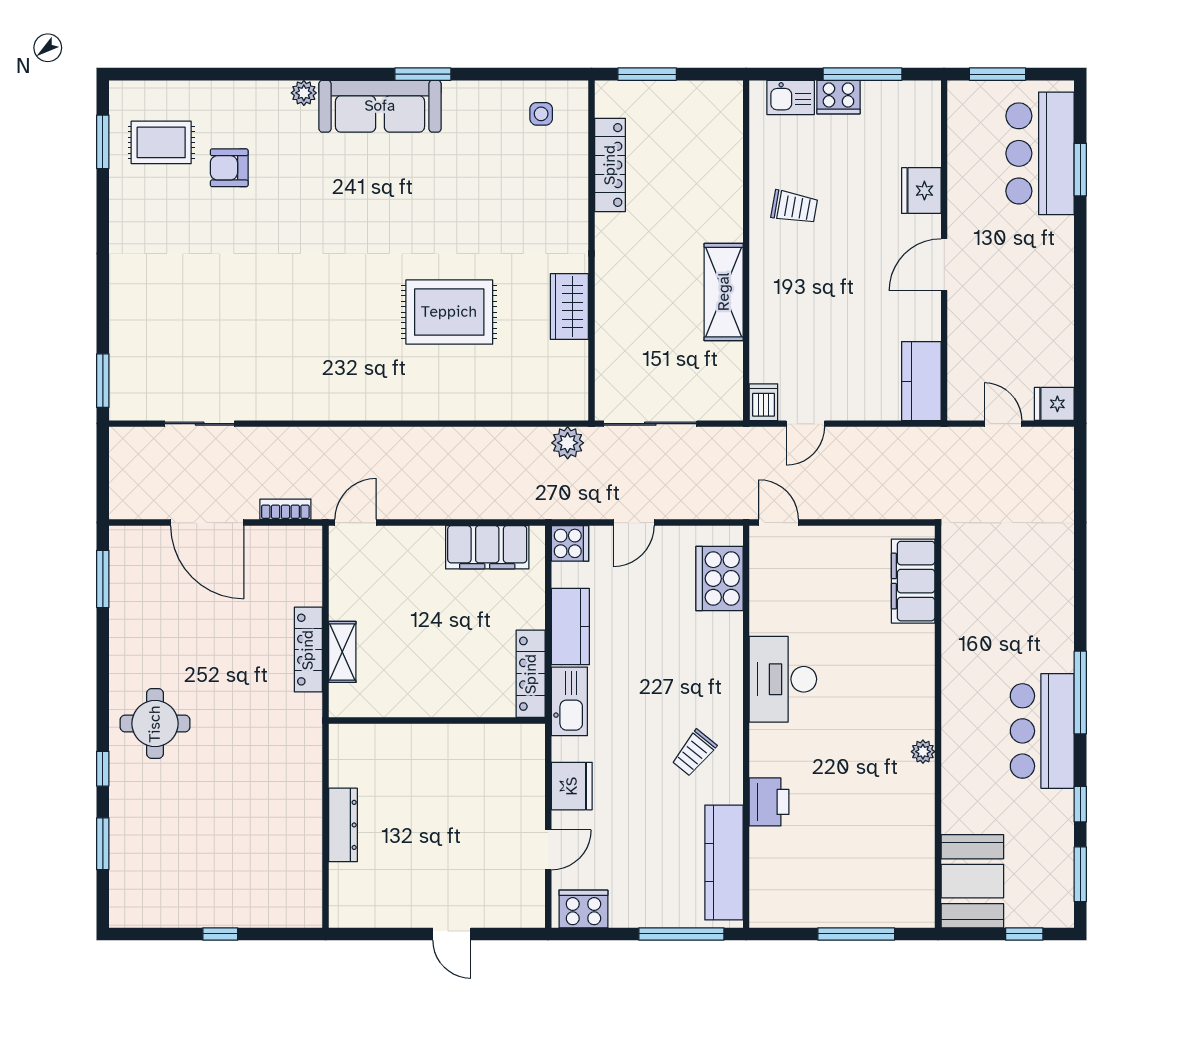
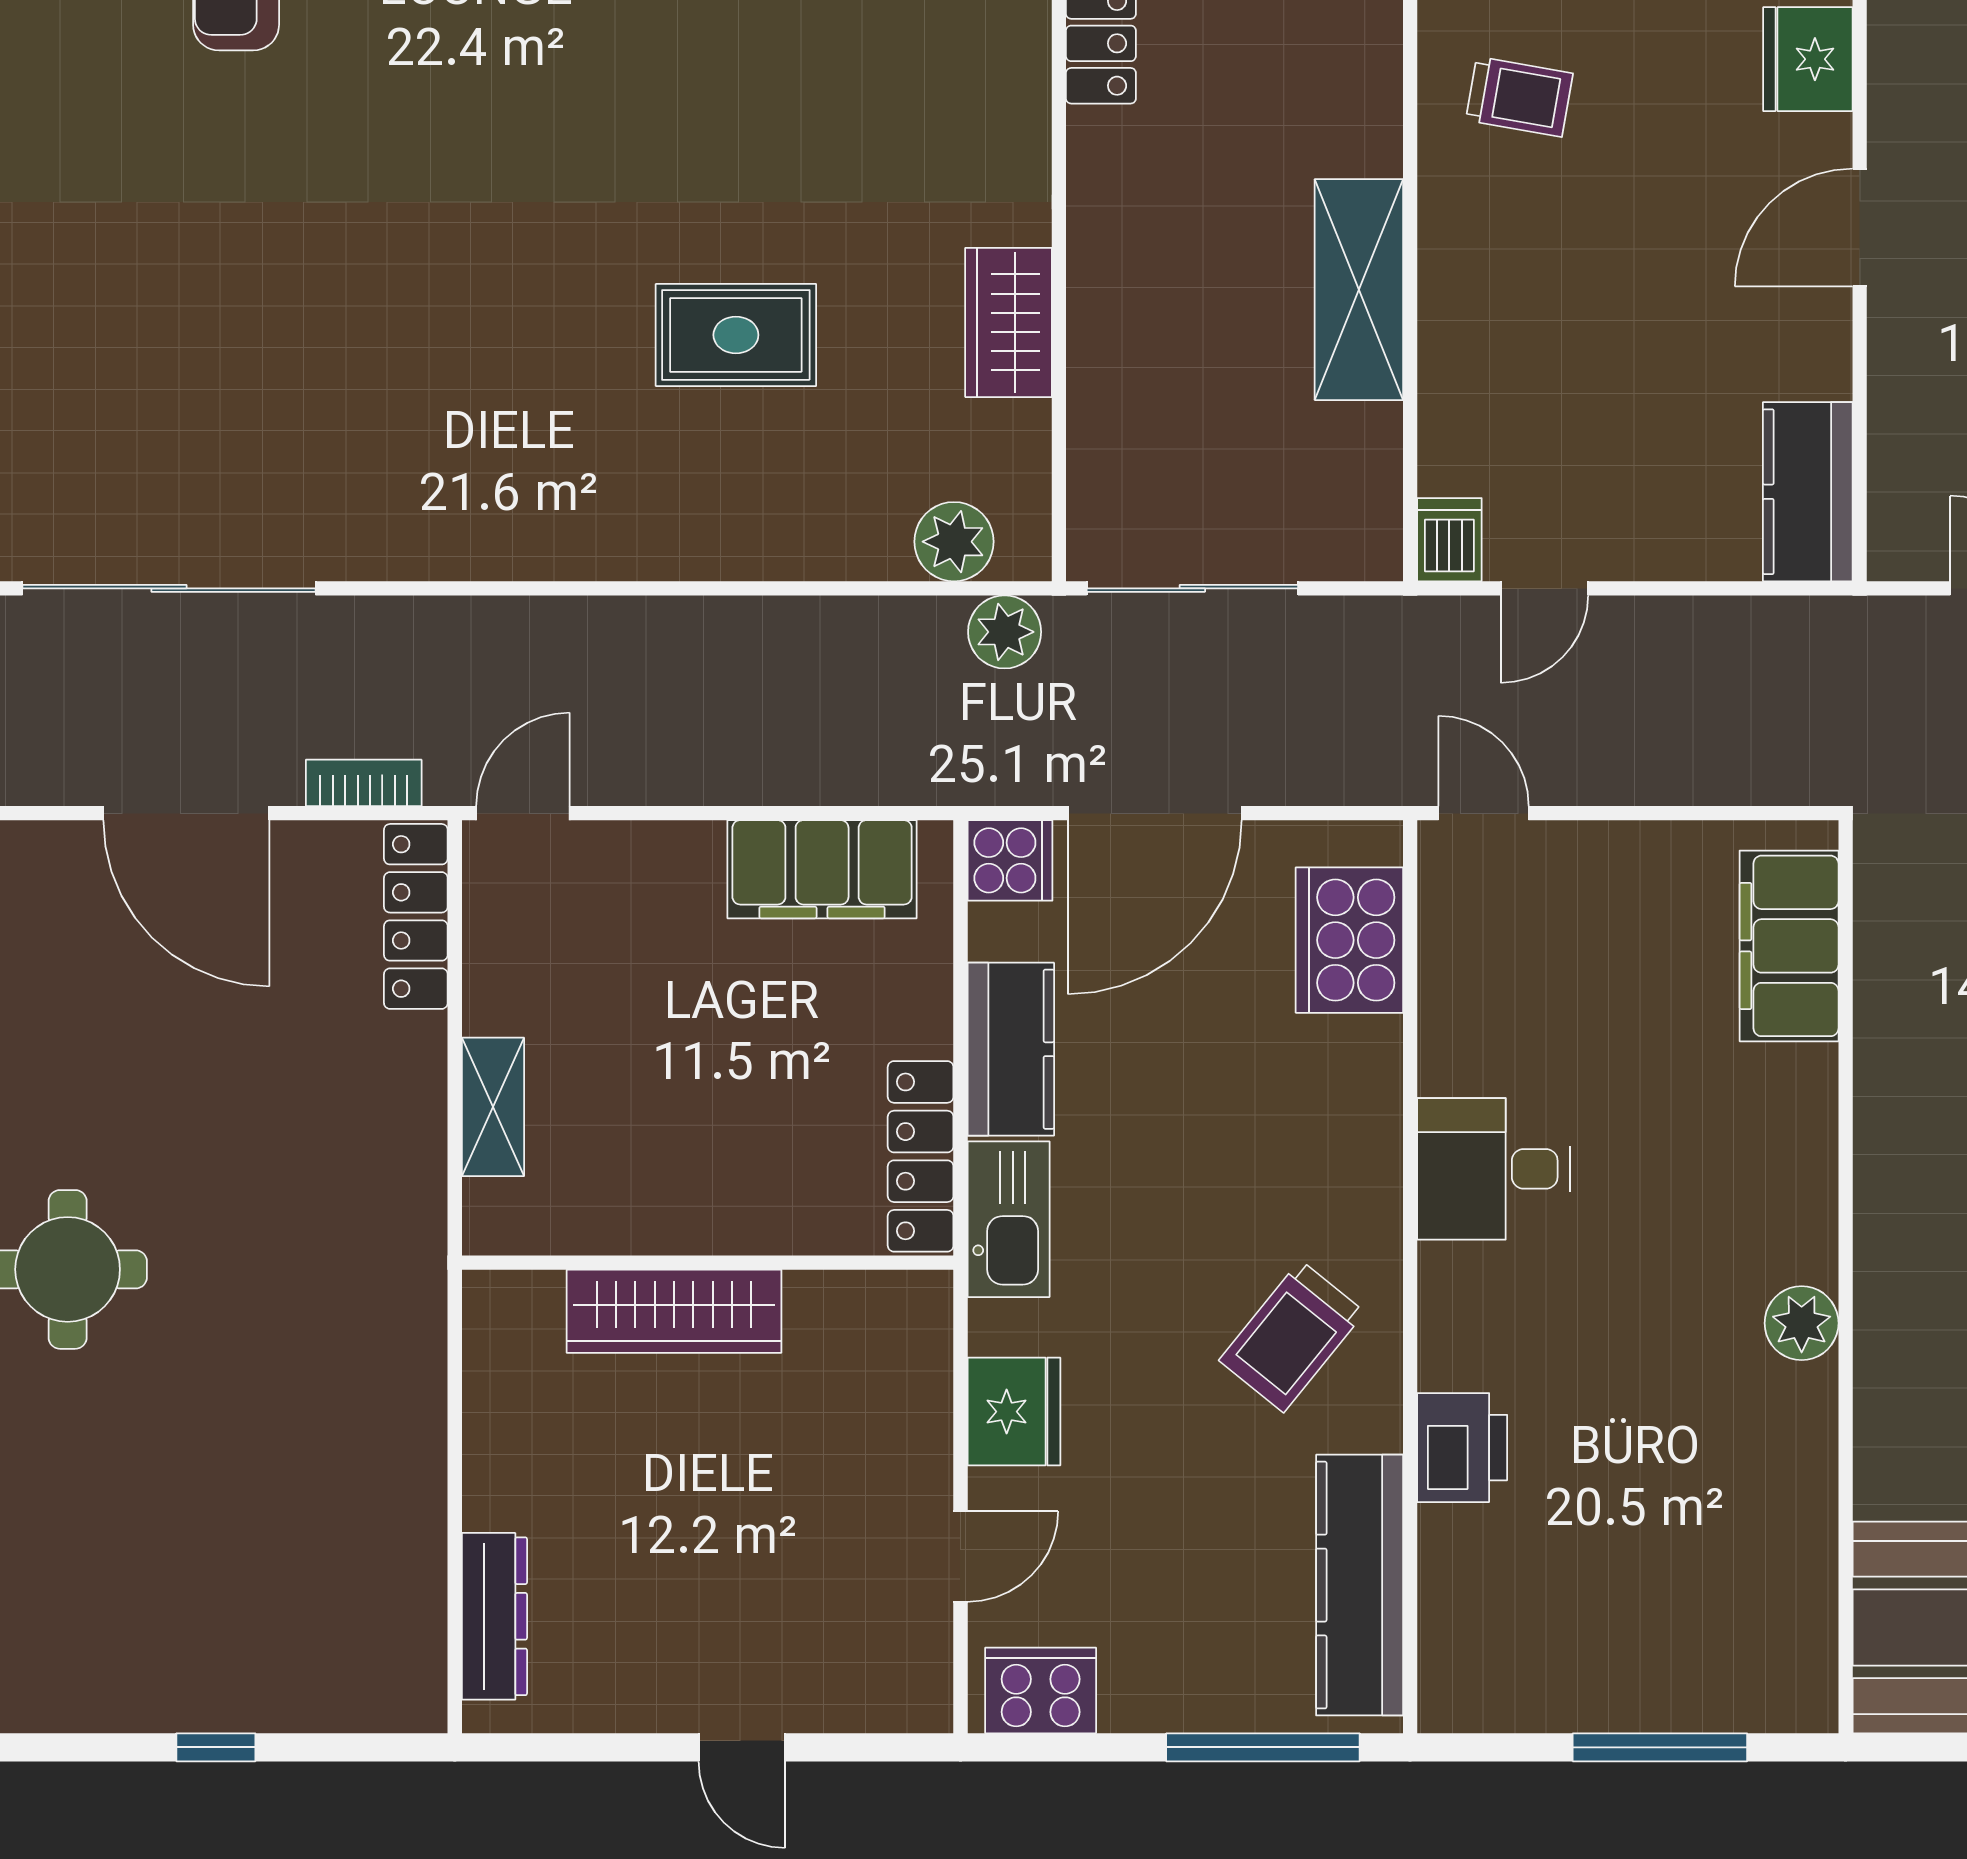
rug: (449, 312) -> (736, 335), width x0.73, depth x0.70
plant: (545, 403) -> (954, 542), added
sliding door: (200, 424) -> (169, 588), width x1.86
door: (634, 523) -> (1155, 813), width x1.88
locker: (308, 650) -> (416, 916), moved
desk: (783, 679) -> (1493, 1169), width x0.73
wardrobe: (422, 742) -> (674, 1311), added
plant: (923, 752) -> (1802, 1323), width x1.38, depth x1.38
trolley: (694, 753) -> (1292, 1336), width x1.36, depth x1.39
dresser: (343, 825) -> (494, 1616), moved

